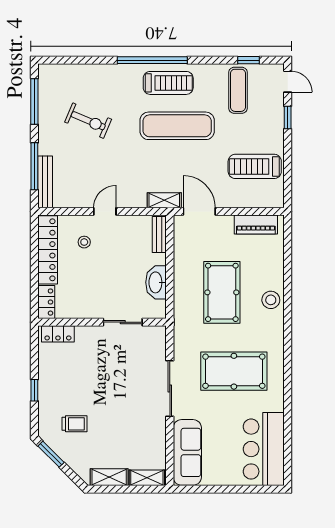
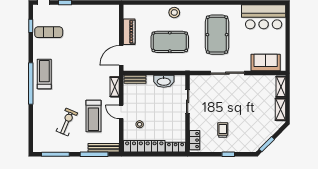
exercise mat: (177, 126) -> (70, 69), removed
treadmill: (255, 166) -> (93, 116), moved
shelving: (164, 200) -> (115, 87), moved
piano: (256, 224) -> (129, 32), moved
trolley: (75, 424) -> (223, 130), moved
sofa: (187, 452) -> (266, 63), width x0.73

